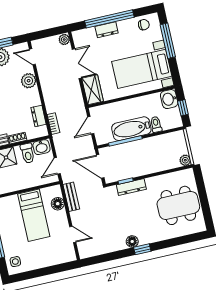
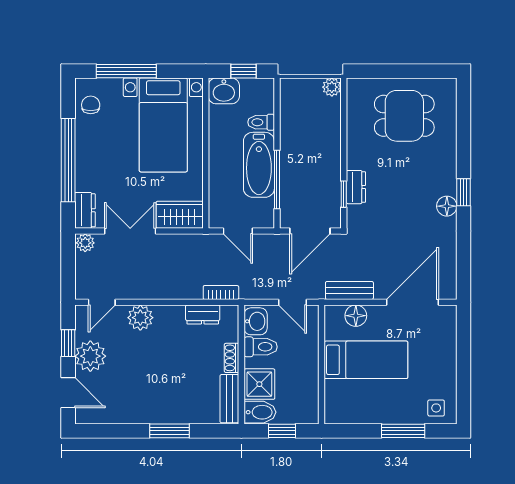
dresser: (107, 30) -> (85, 210), moved
dresser: (131, 187) -> (356, 187), width x0.70
dining table: (178, 205) -> (404, 116), width x0.73
door: (73, 234) -> (413, 302), width x1.87

